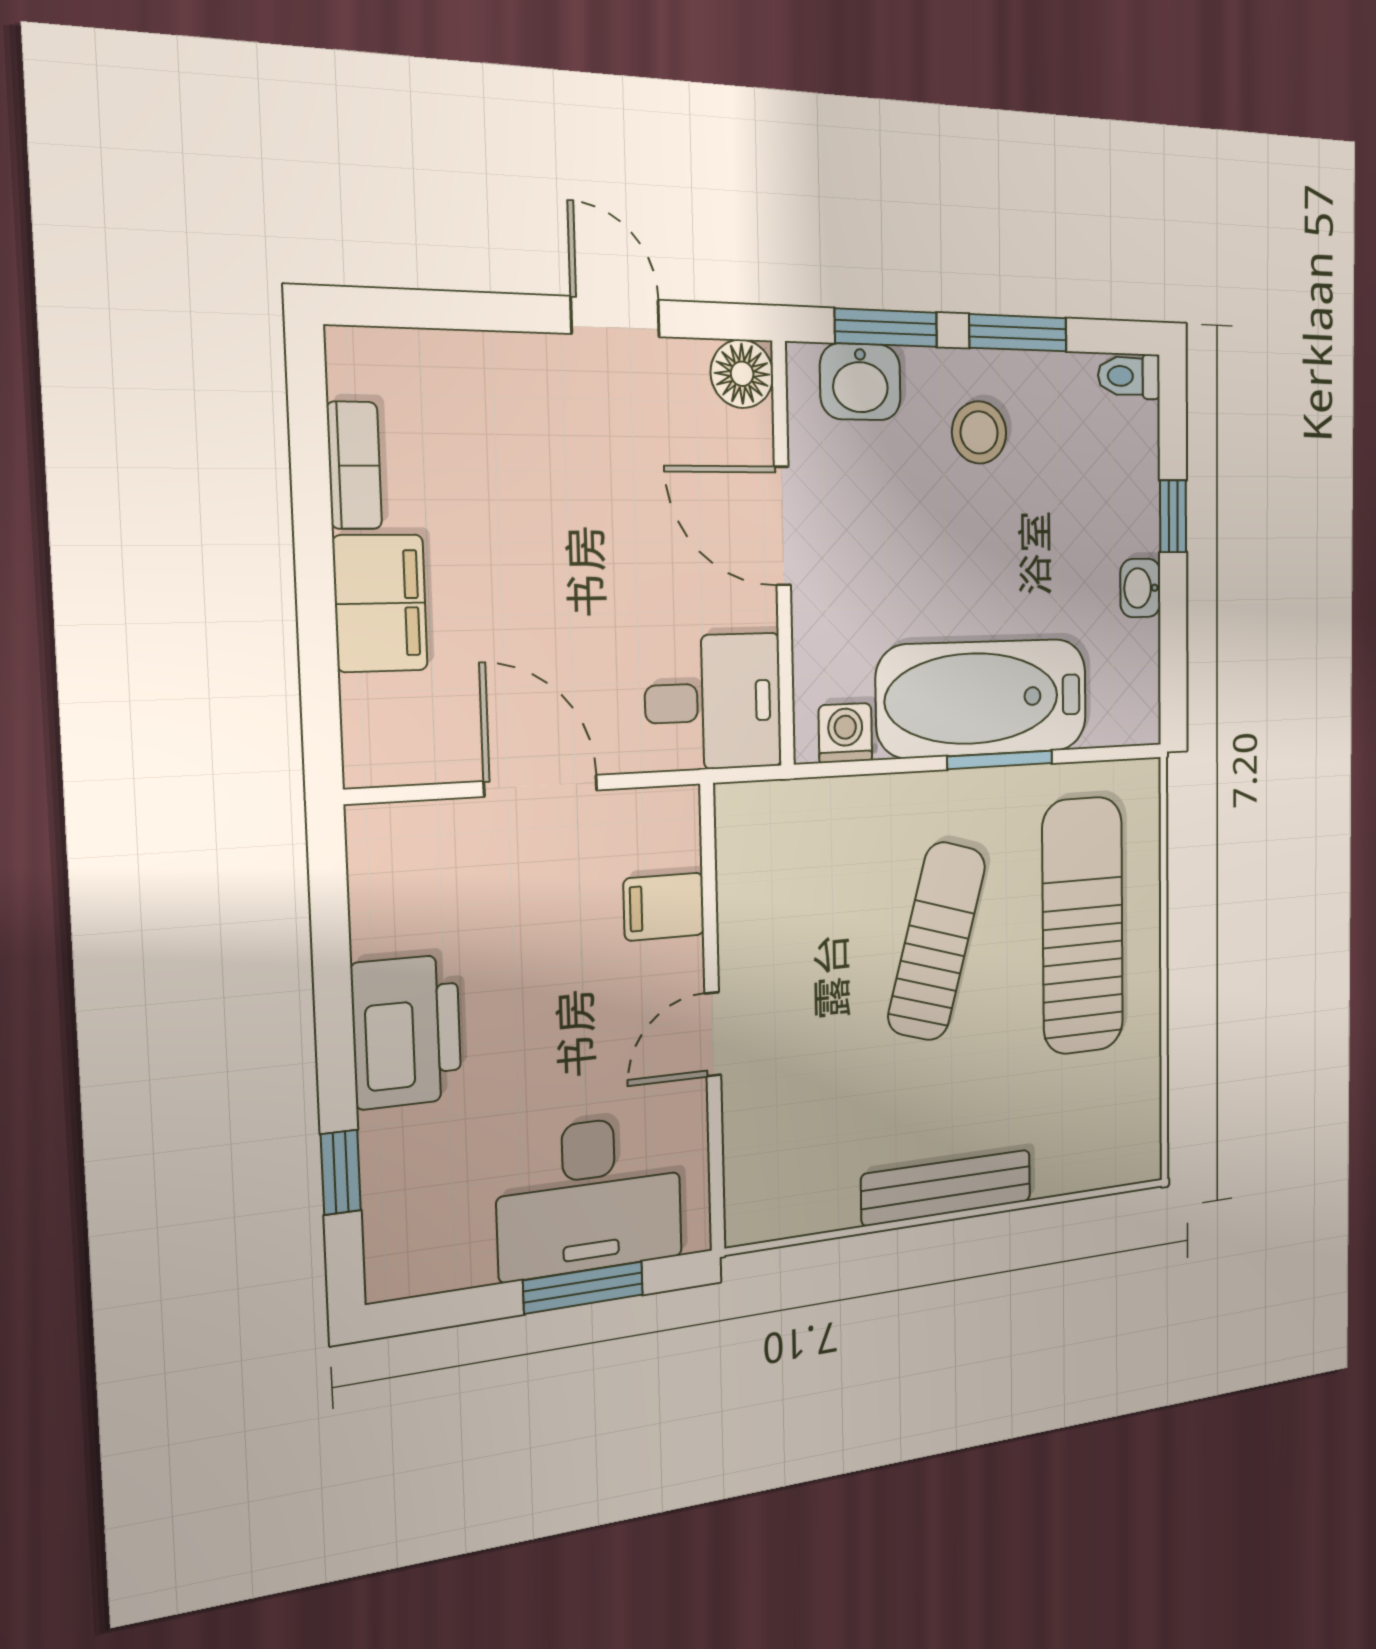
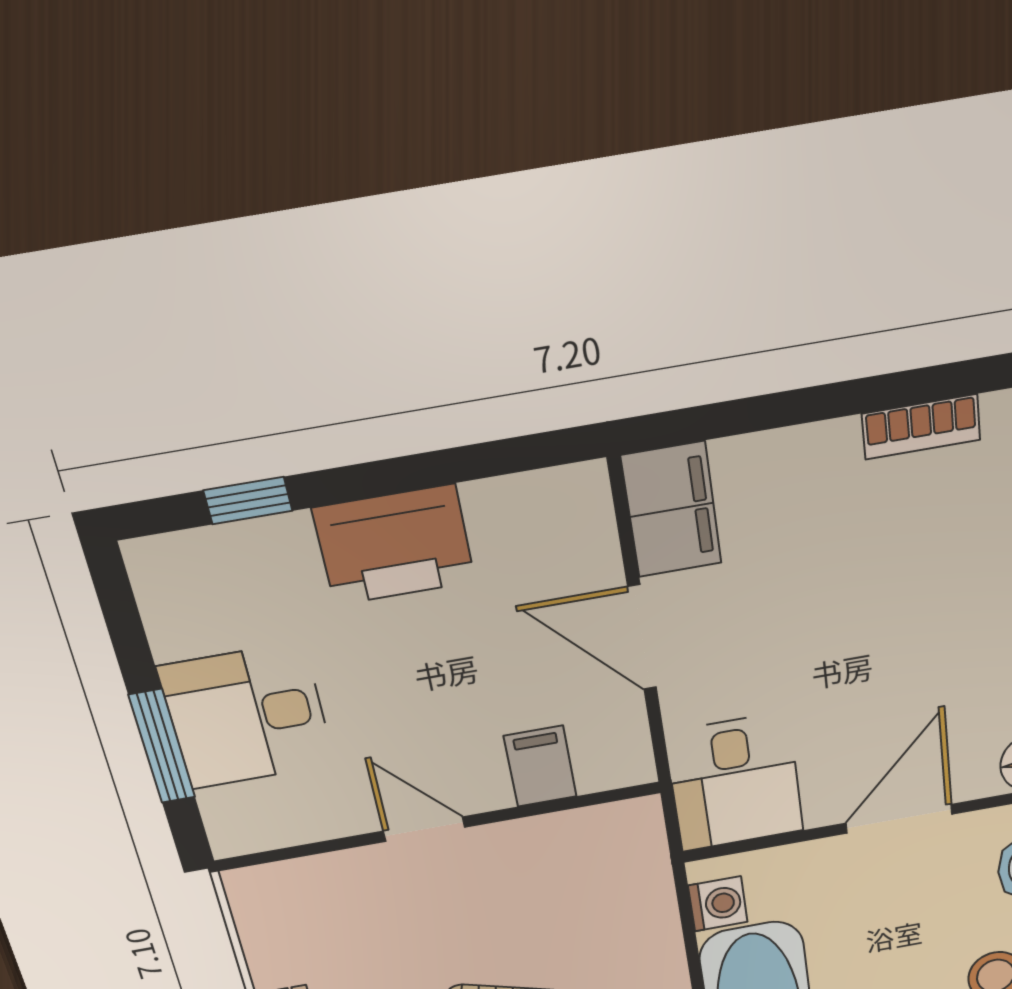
filing cabinet: (380, 603) -> (672, 510), moved, turned -90
door: (541, 786) -> (642, 638), swing flipped
desk: (590, 1196) -> (247, 716), width x0.73

